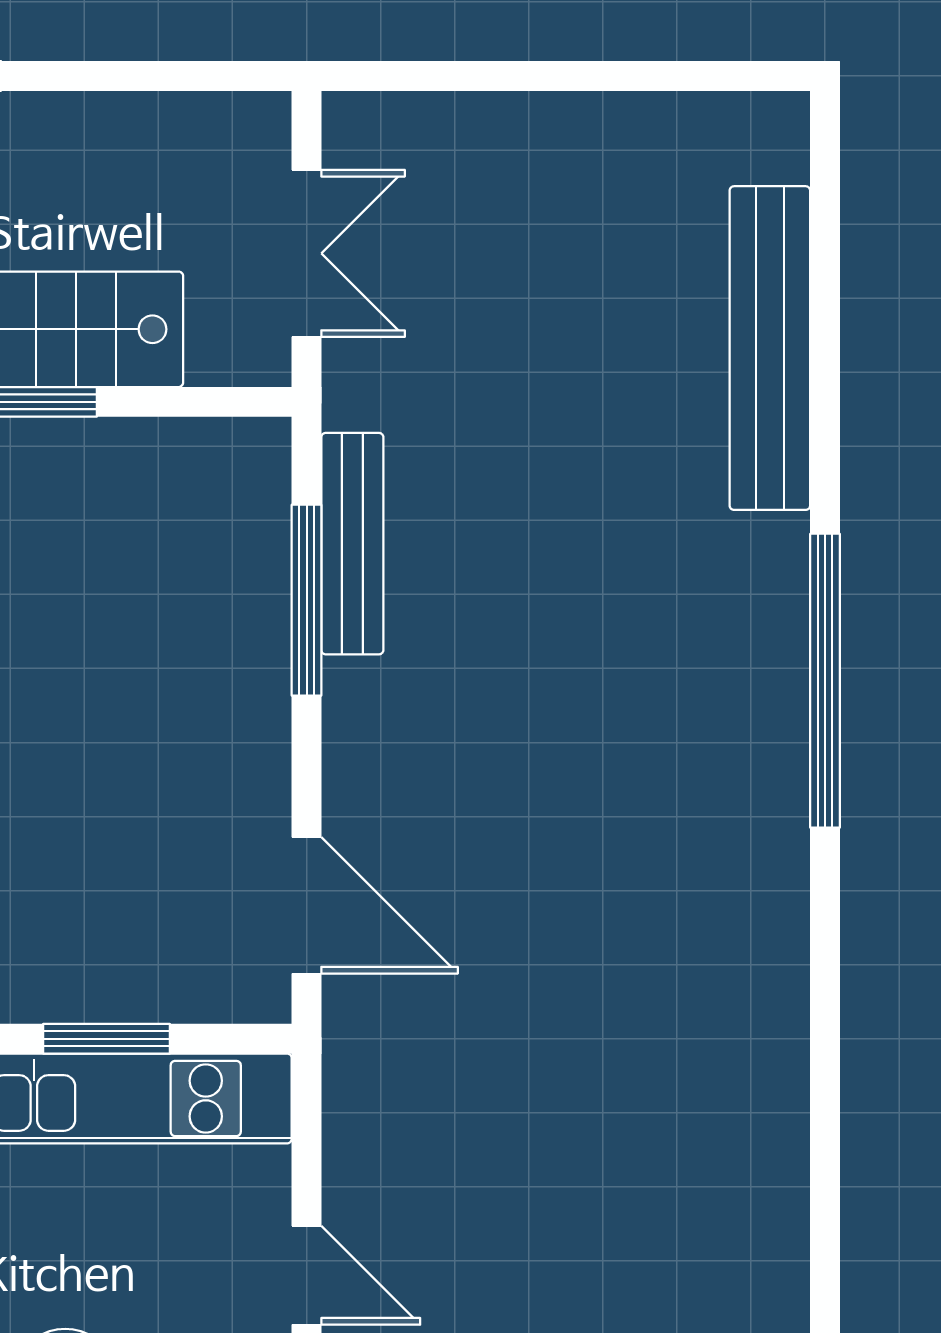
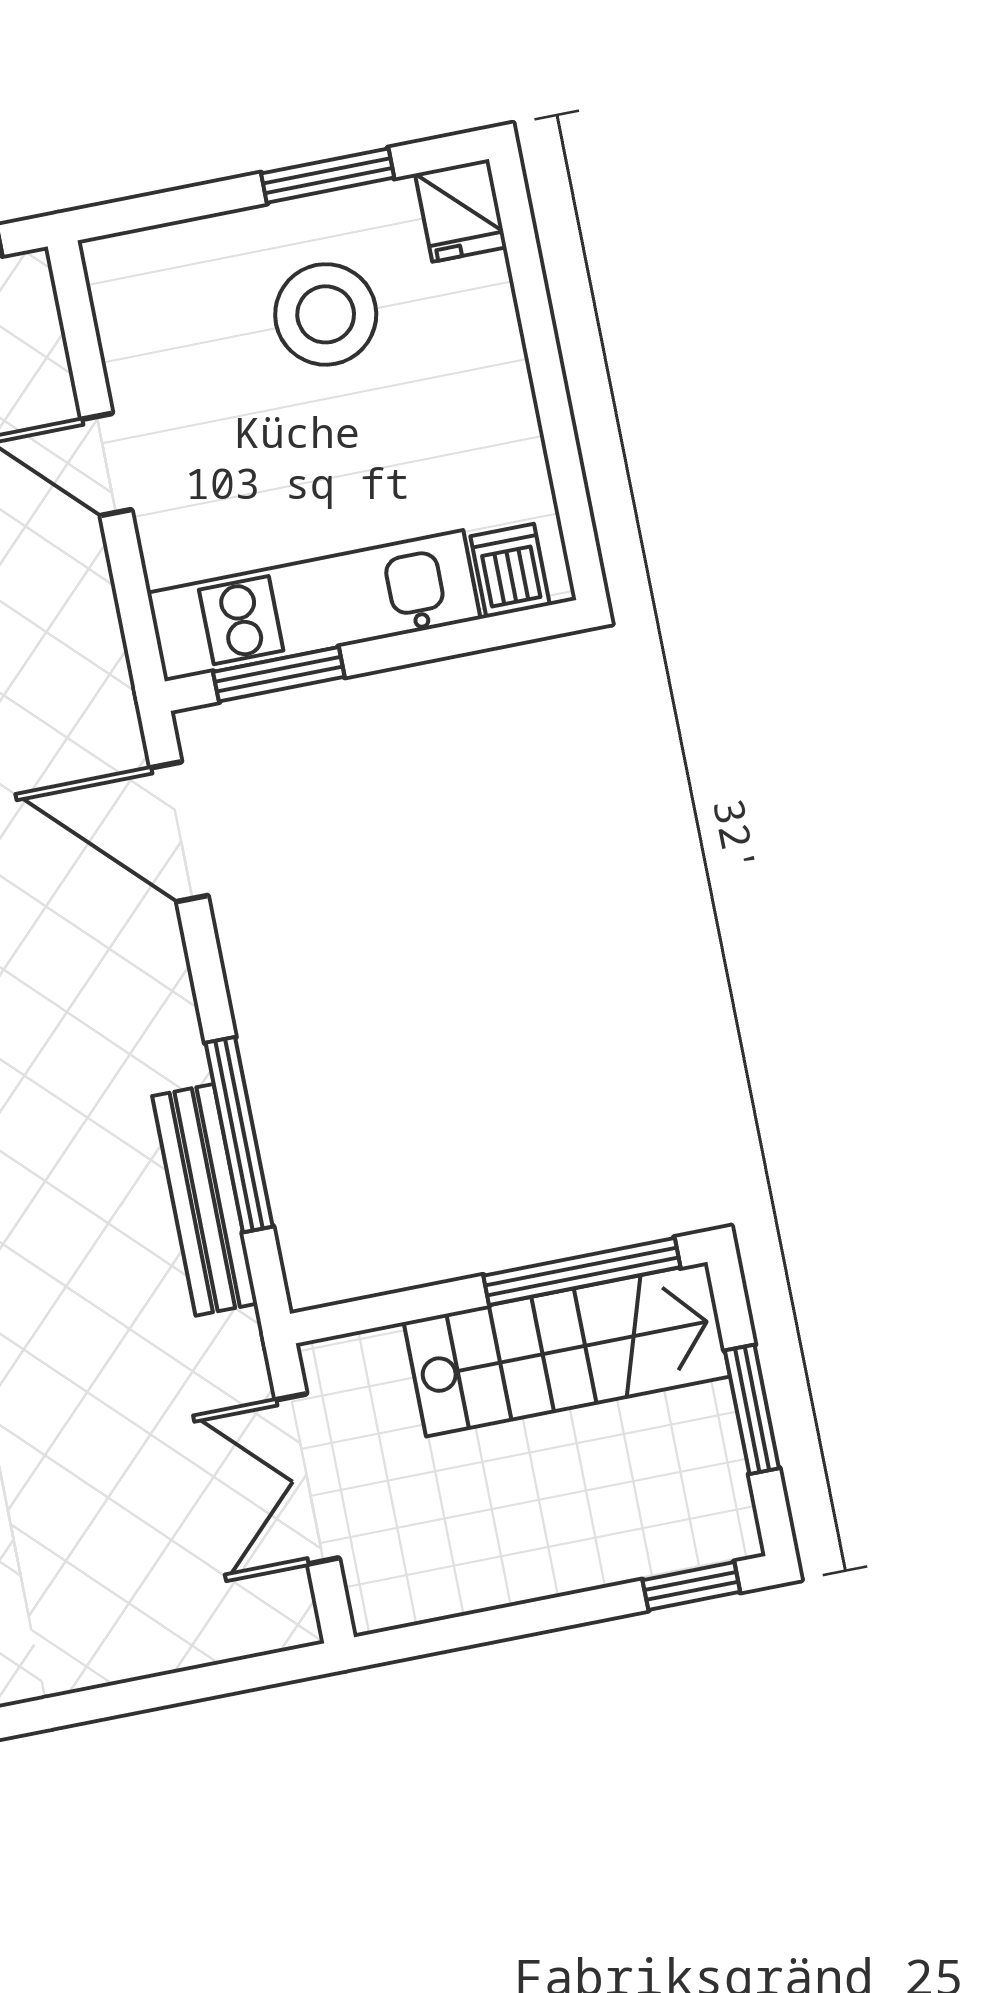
window: (106, 1039) -> (279, 674), moved

